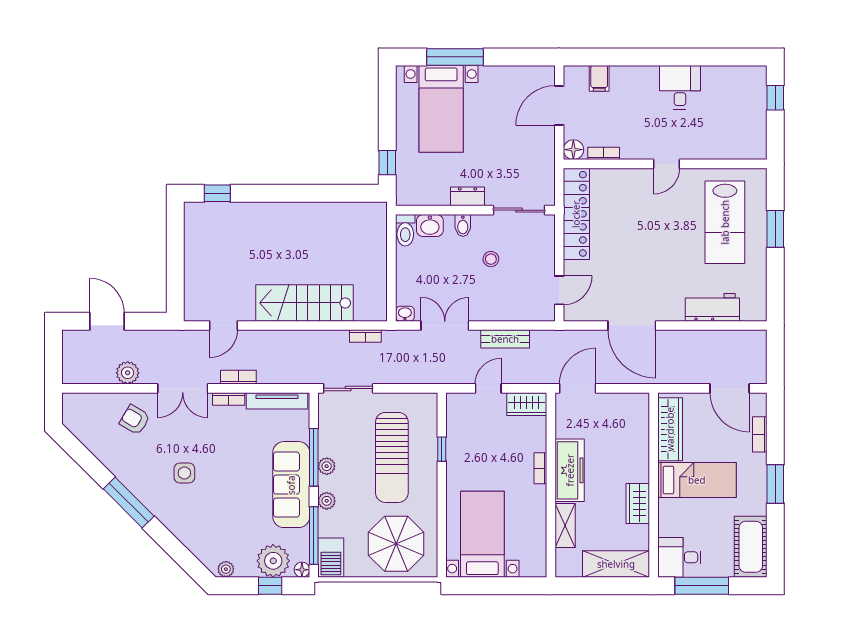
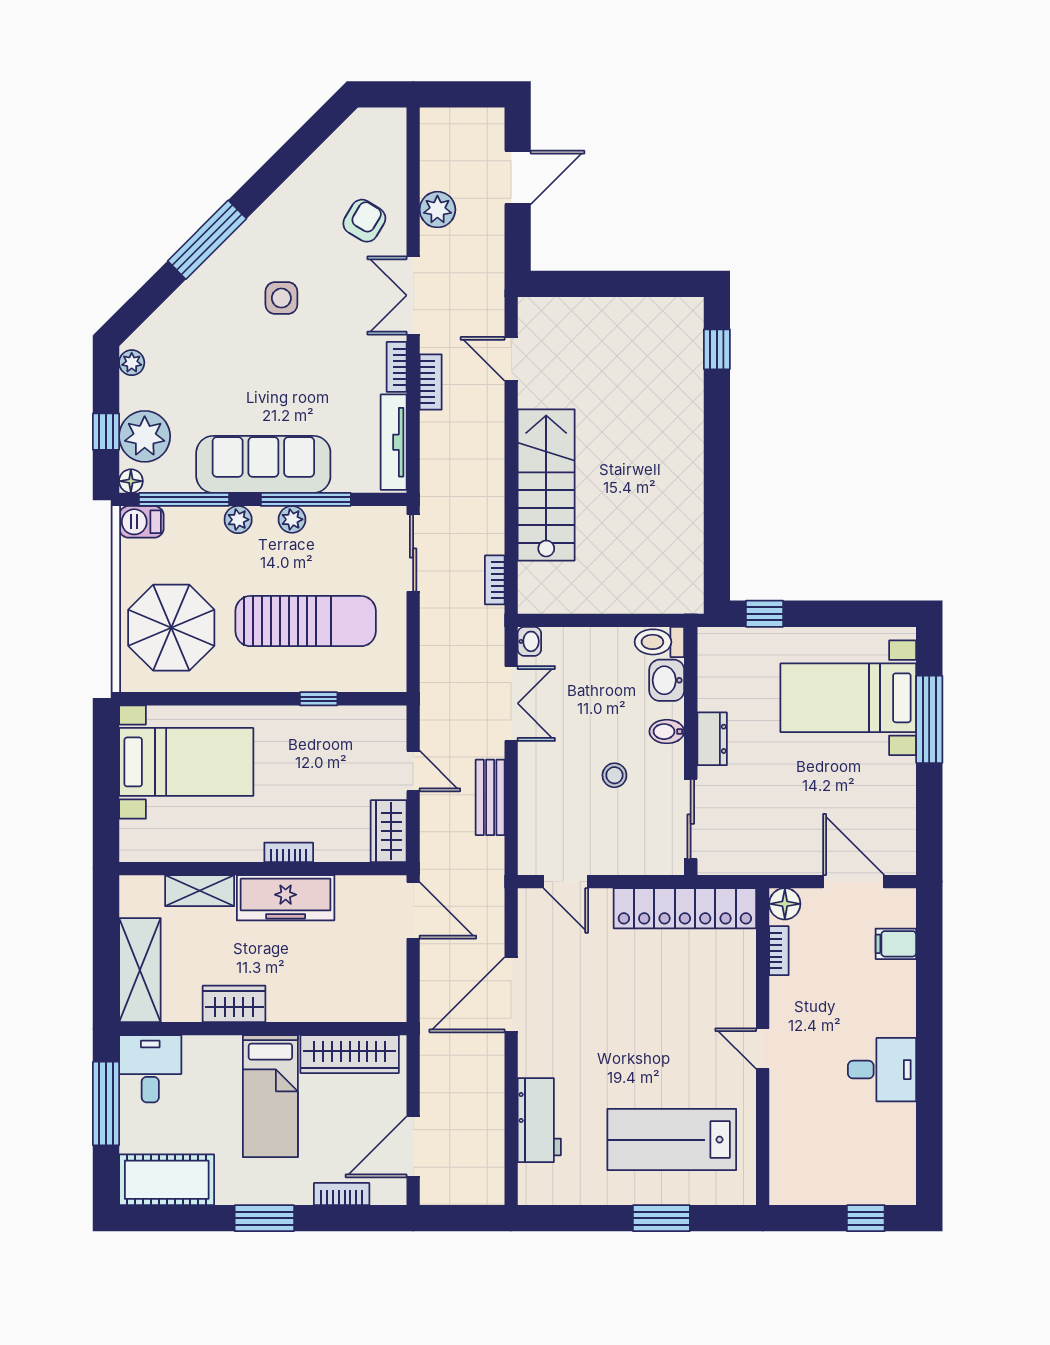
sun lounger: (392, 457) -> (306, 621), turned 180
window: (129, 503) -> (207, 240), moved
barbecue: (331, 558) -> (141, 522), width x0.73, depth x0.79

